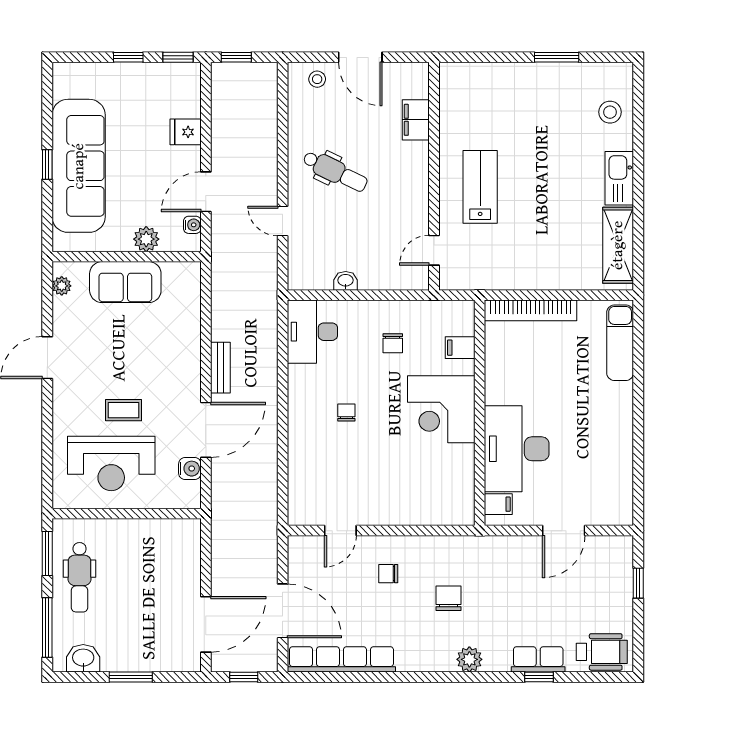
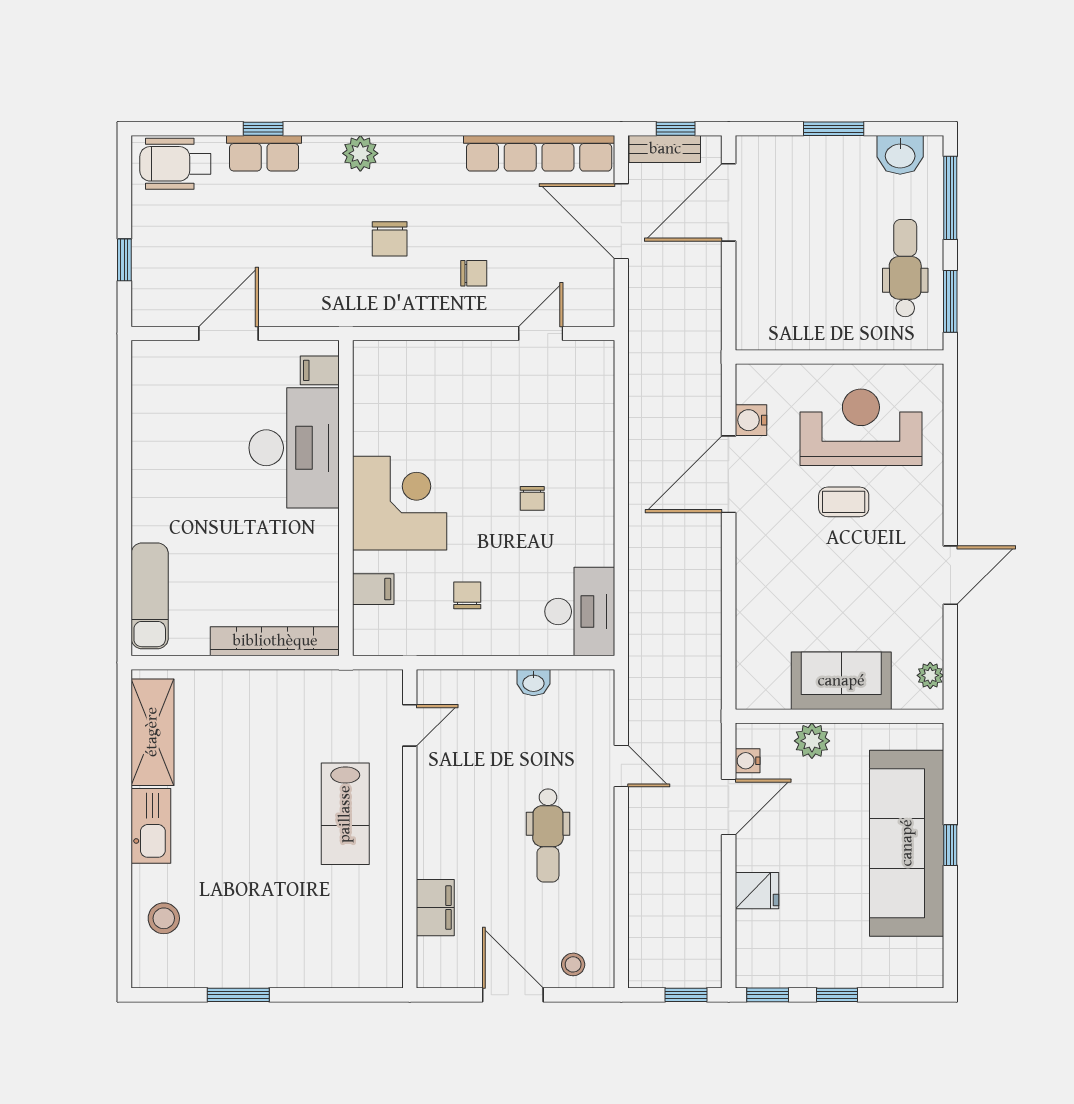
dental chair: (335, 171) -> (548, 835), turned -116
bench: (220, 368) -> (665, 149), moved, turned 90

